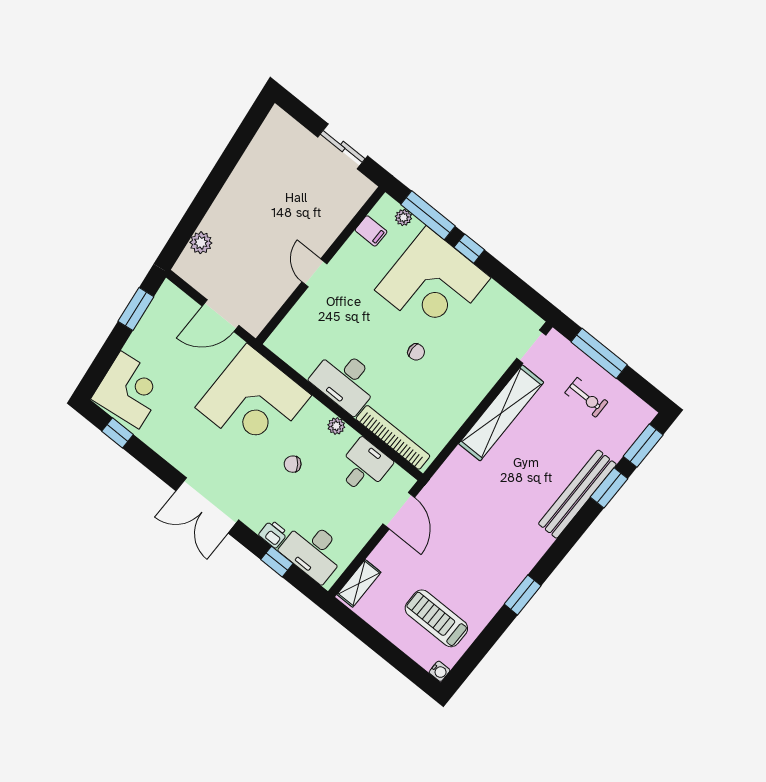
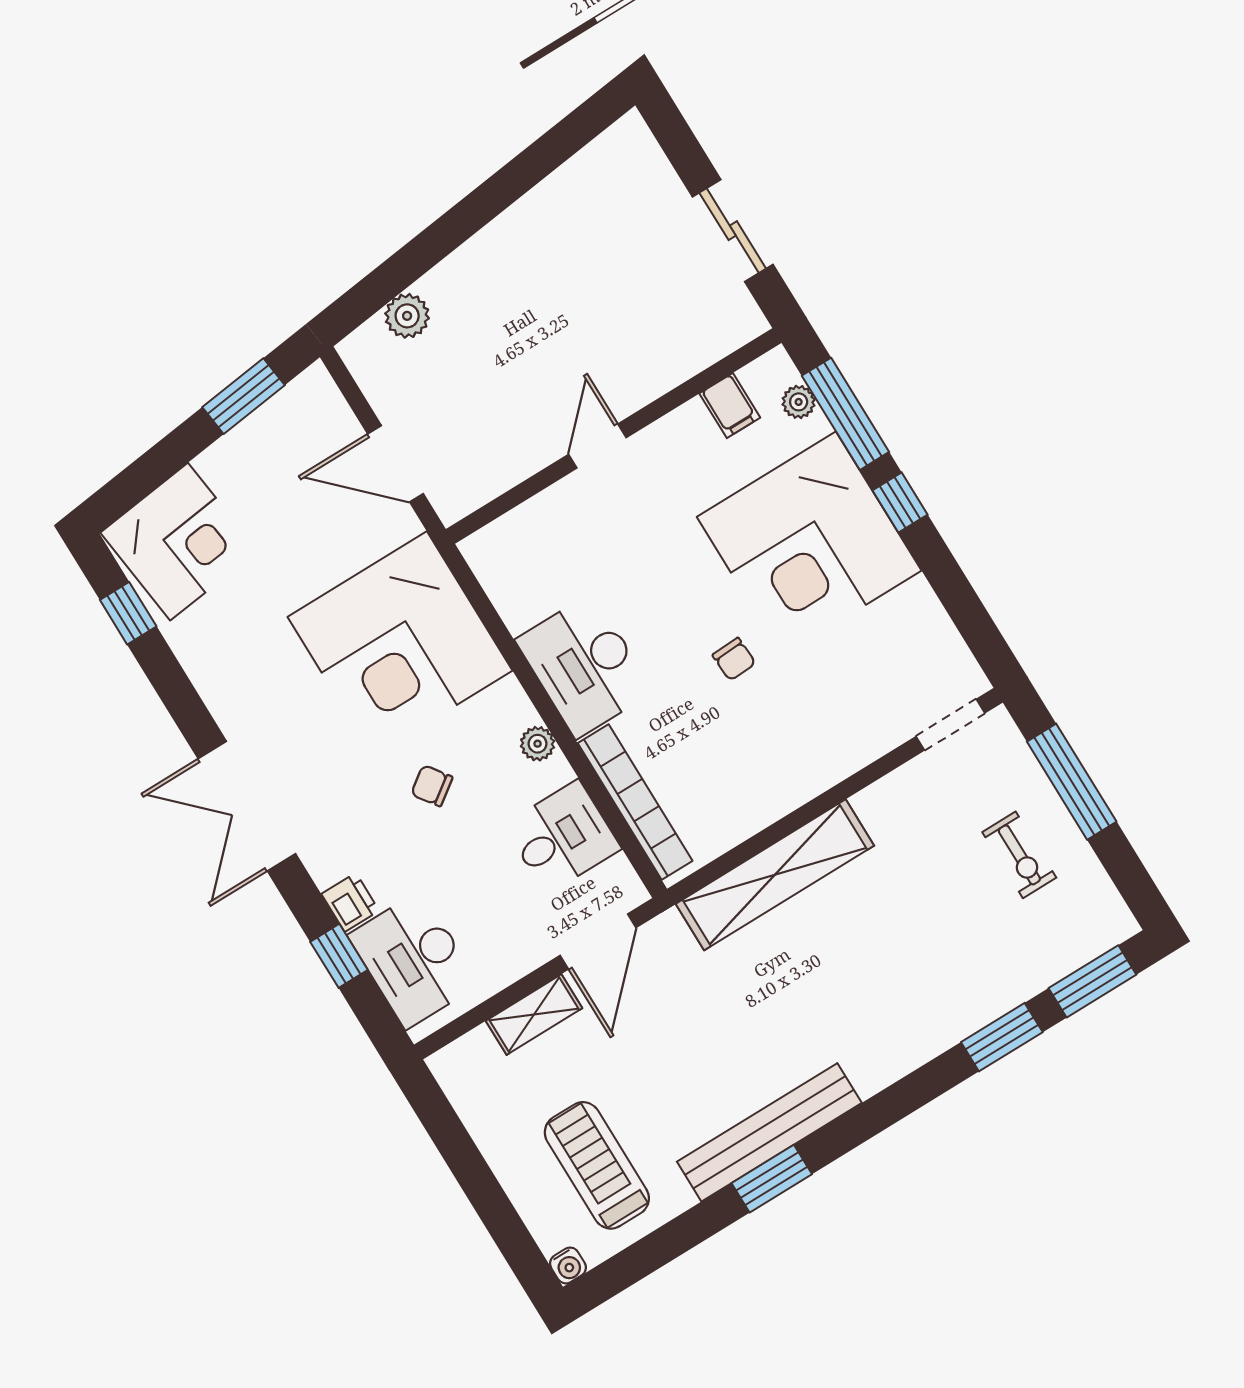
shelving: (501, 413) -> (775, 875), moved
bench: (577, 494) -> (769, 1132), moved
shelving: (359, 583) -> (534, 1015), moved

